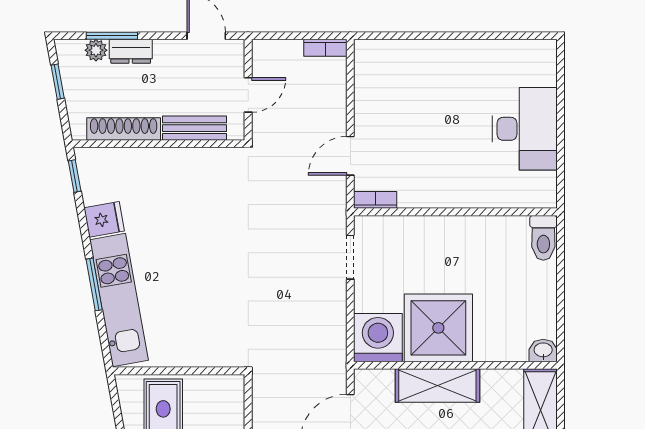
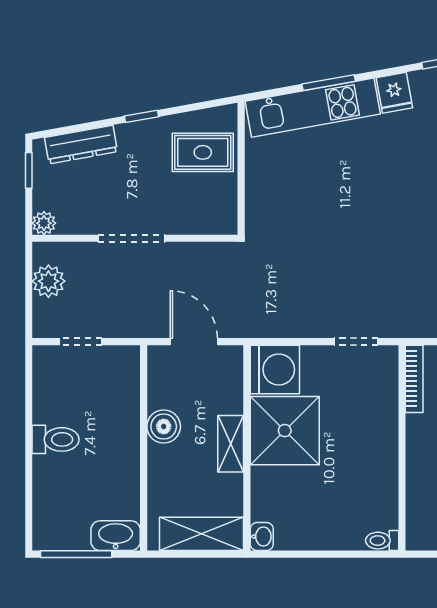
bookcase: (375, 200) -> (414, 379), width x1.56
toilet: (543, 238) -> (382, 541), width x0.73, depth x0.72
shelving: (437, 385) -> (231, 444), width x0.67, depth x0.75

